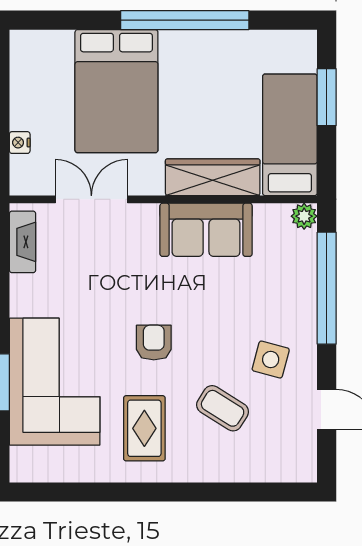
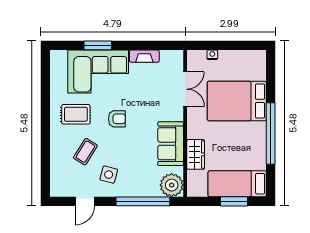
bed: (290, 135) -> (237, 184), moved, turned 180
wardrobe: (213, 177) -> (196, 154), width x0.67
plant: (304, 216) -> (172, 185), width x1.88, depth x1.88
fireplace: (23, 242) -> (144, 56), moved

